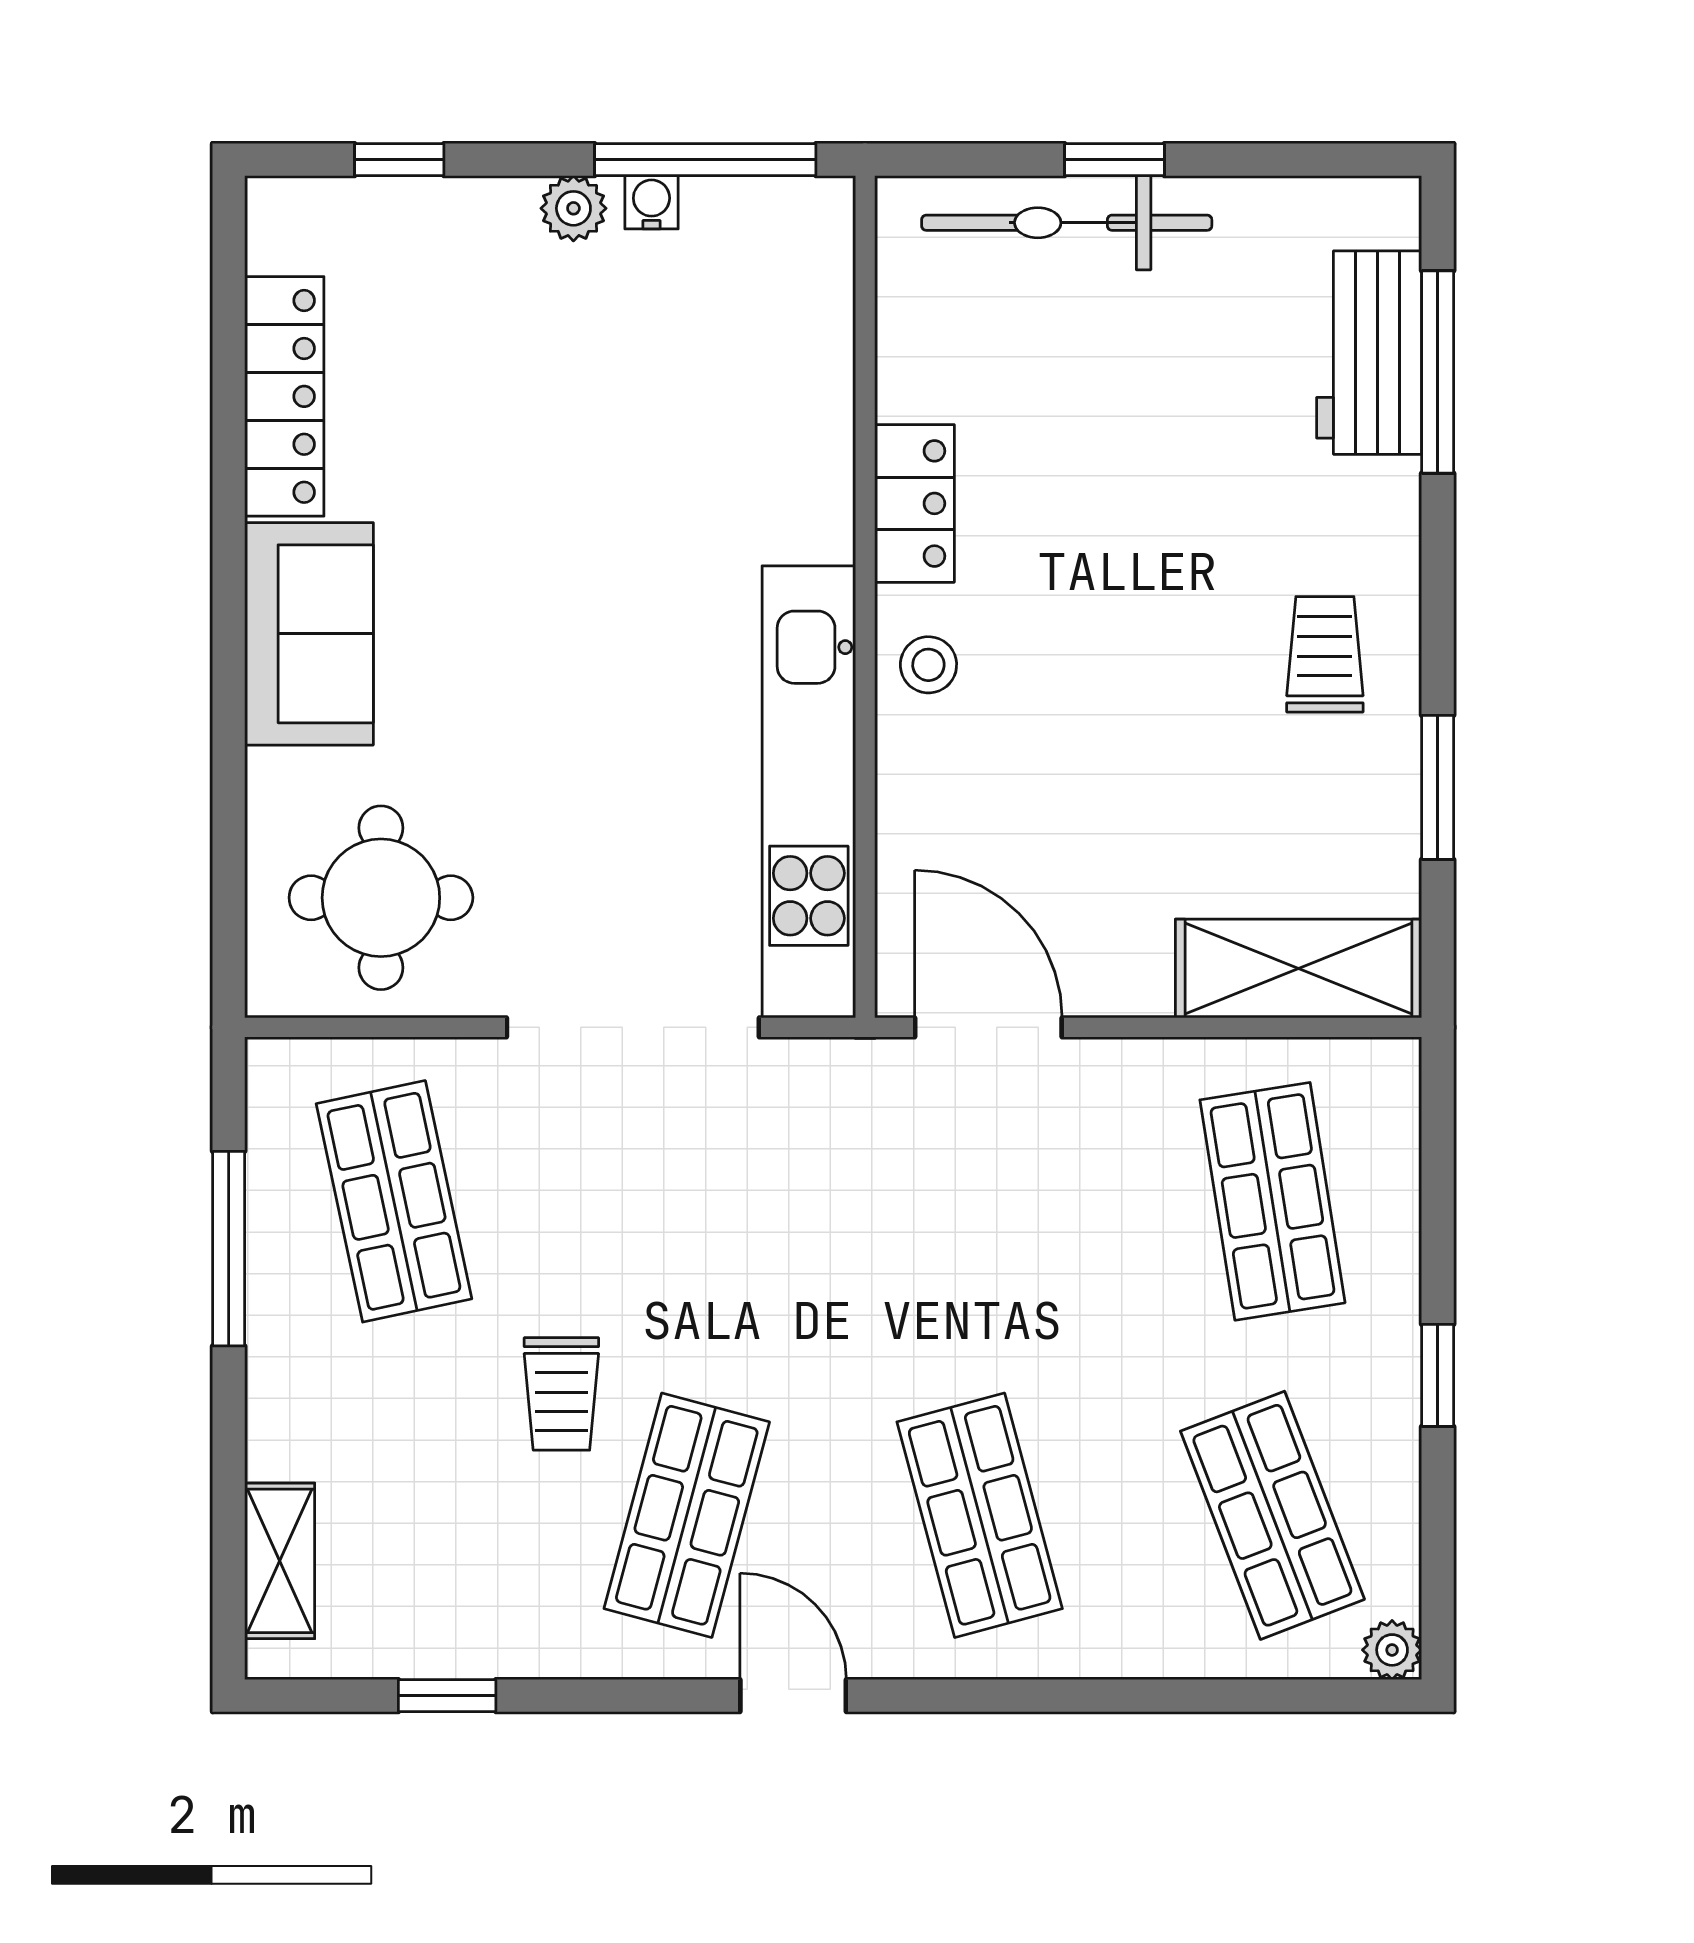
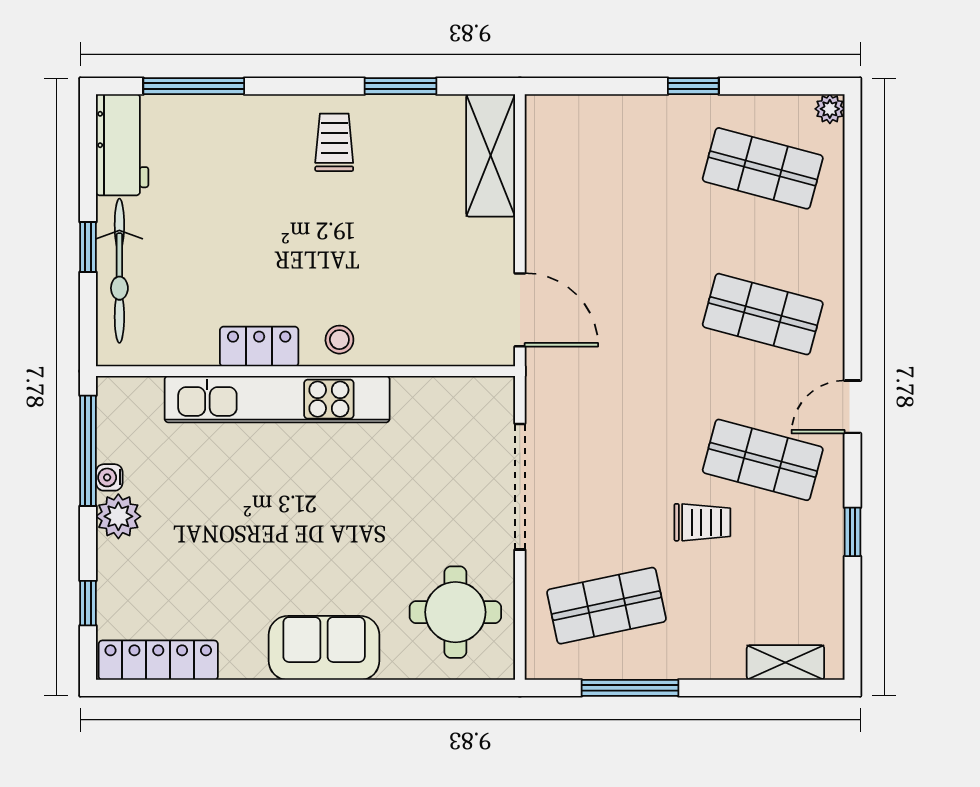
plant: (573, 208) -> (118, 516), width x1.38, depth x1.38
workbench: (1369, 353) -> (122, 145), moved, turned -90
locker: (284, 396) -> (158, 660), moved
trolley: (1325, 654) -> (334, 142), turned 90
kitchen unit: (809, 792) -> (277, 399), moved
door: (988, 1027) -> (520, 310), swing flipped
shop shelf: (1272, 1201) -> (606, 168), removed
shop shelf: (980, 1515) -> (763, 314), turned 30
shop shelf: (1272, 1515) -> (763, 168), turned 36
window: (447, 1696) -> (853, 532), moved

